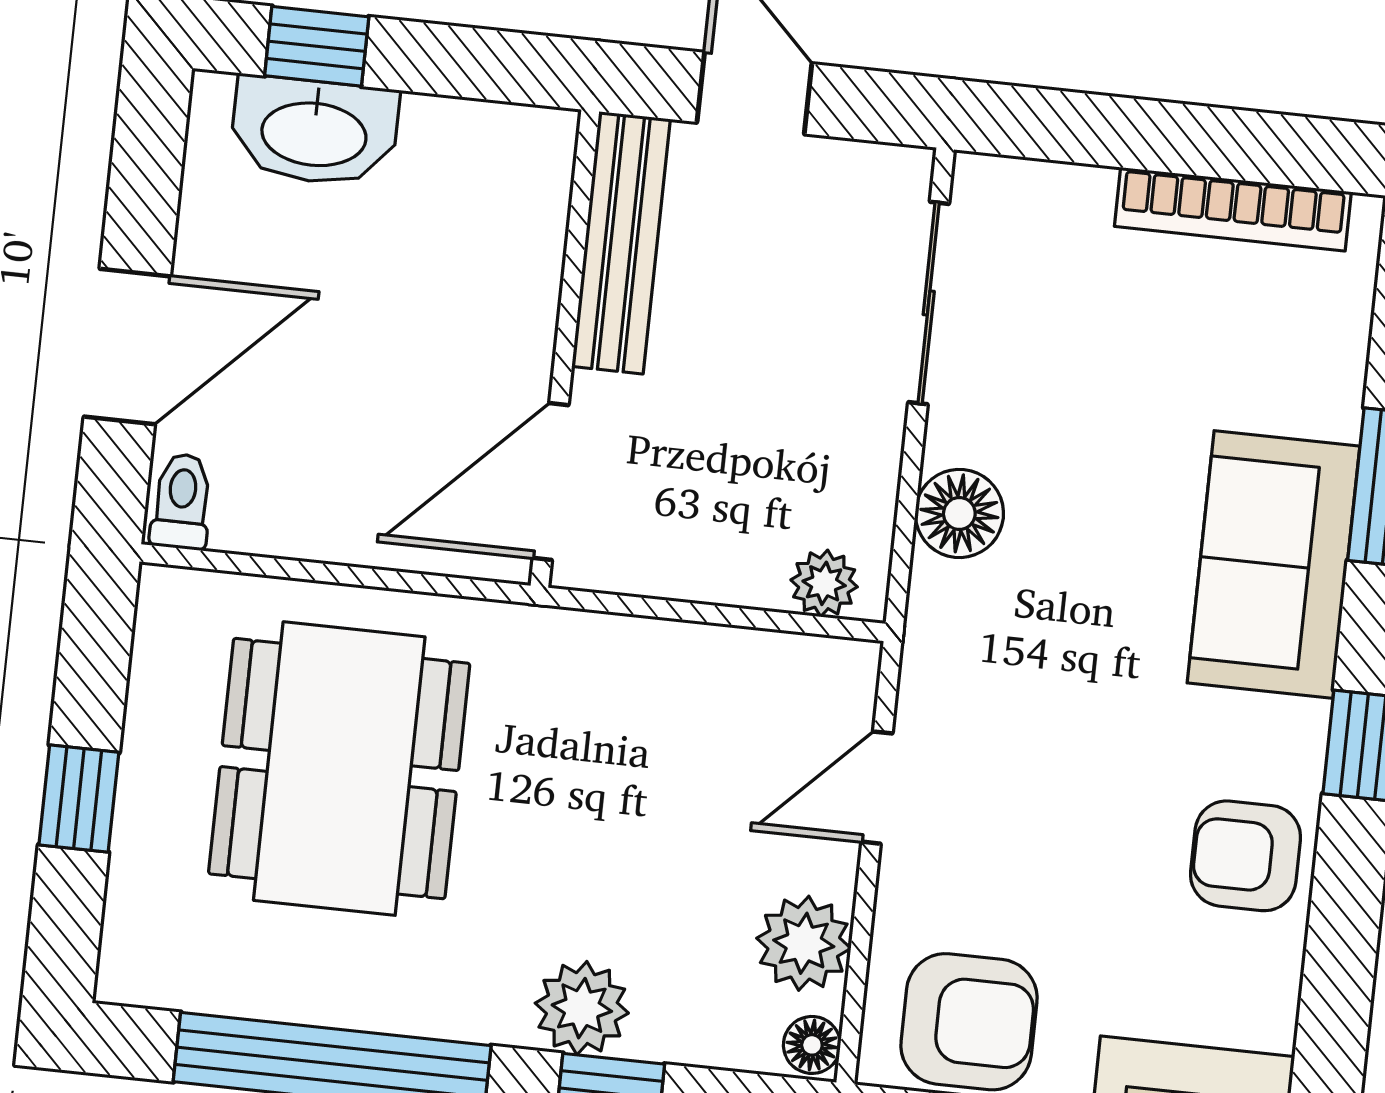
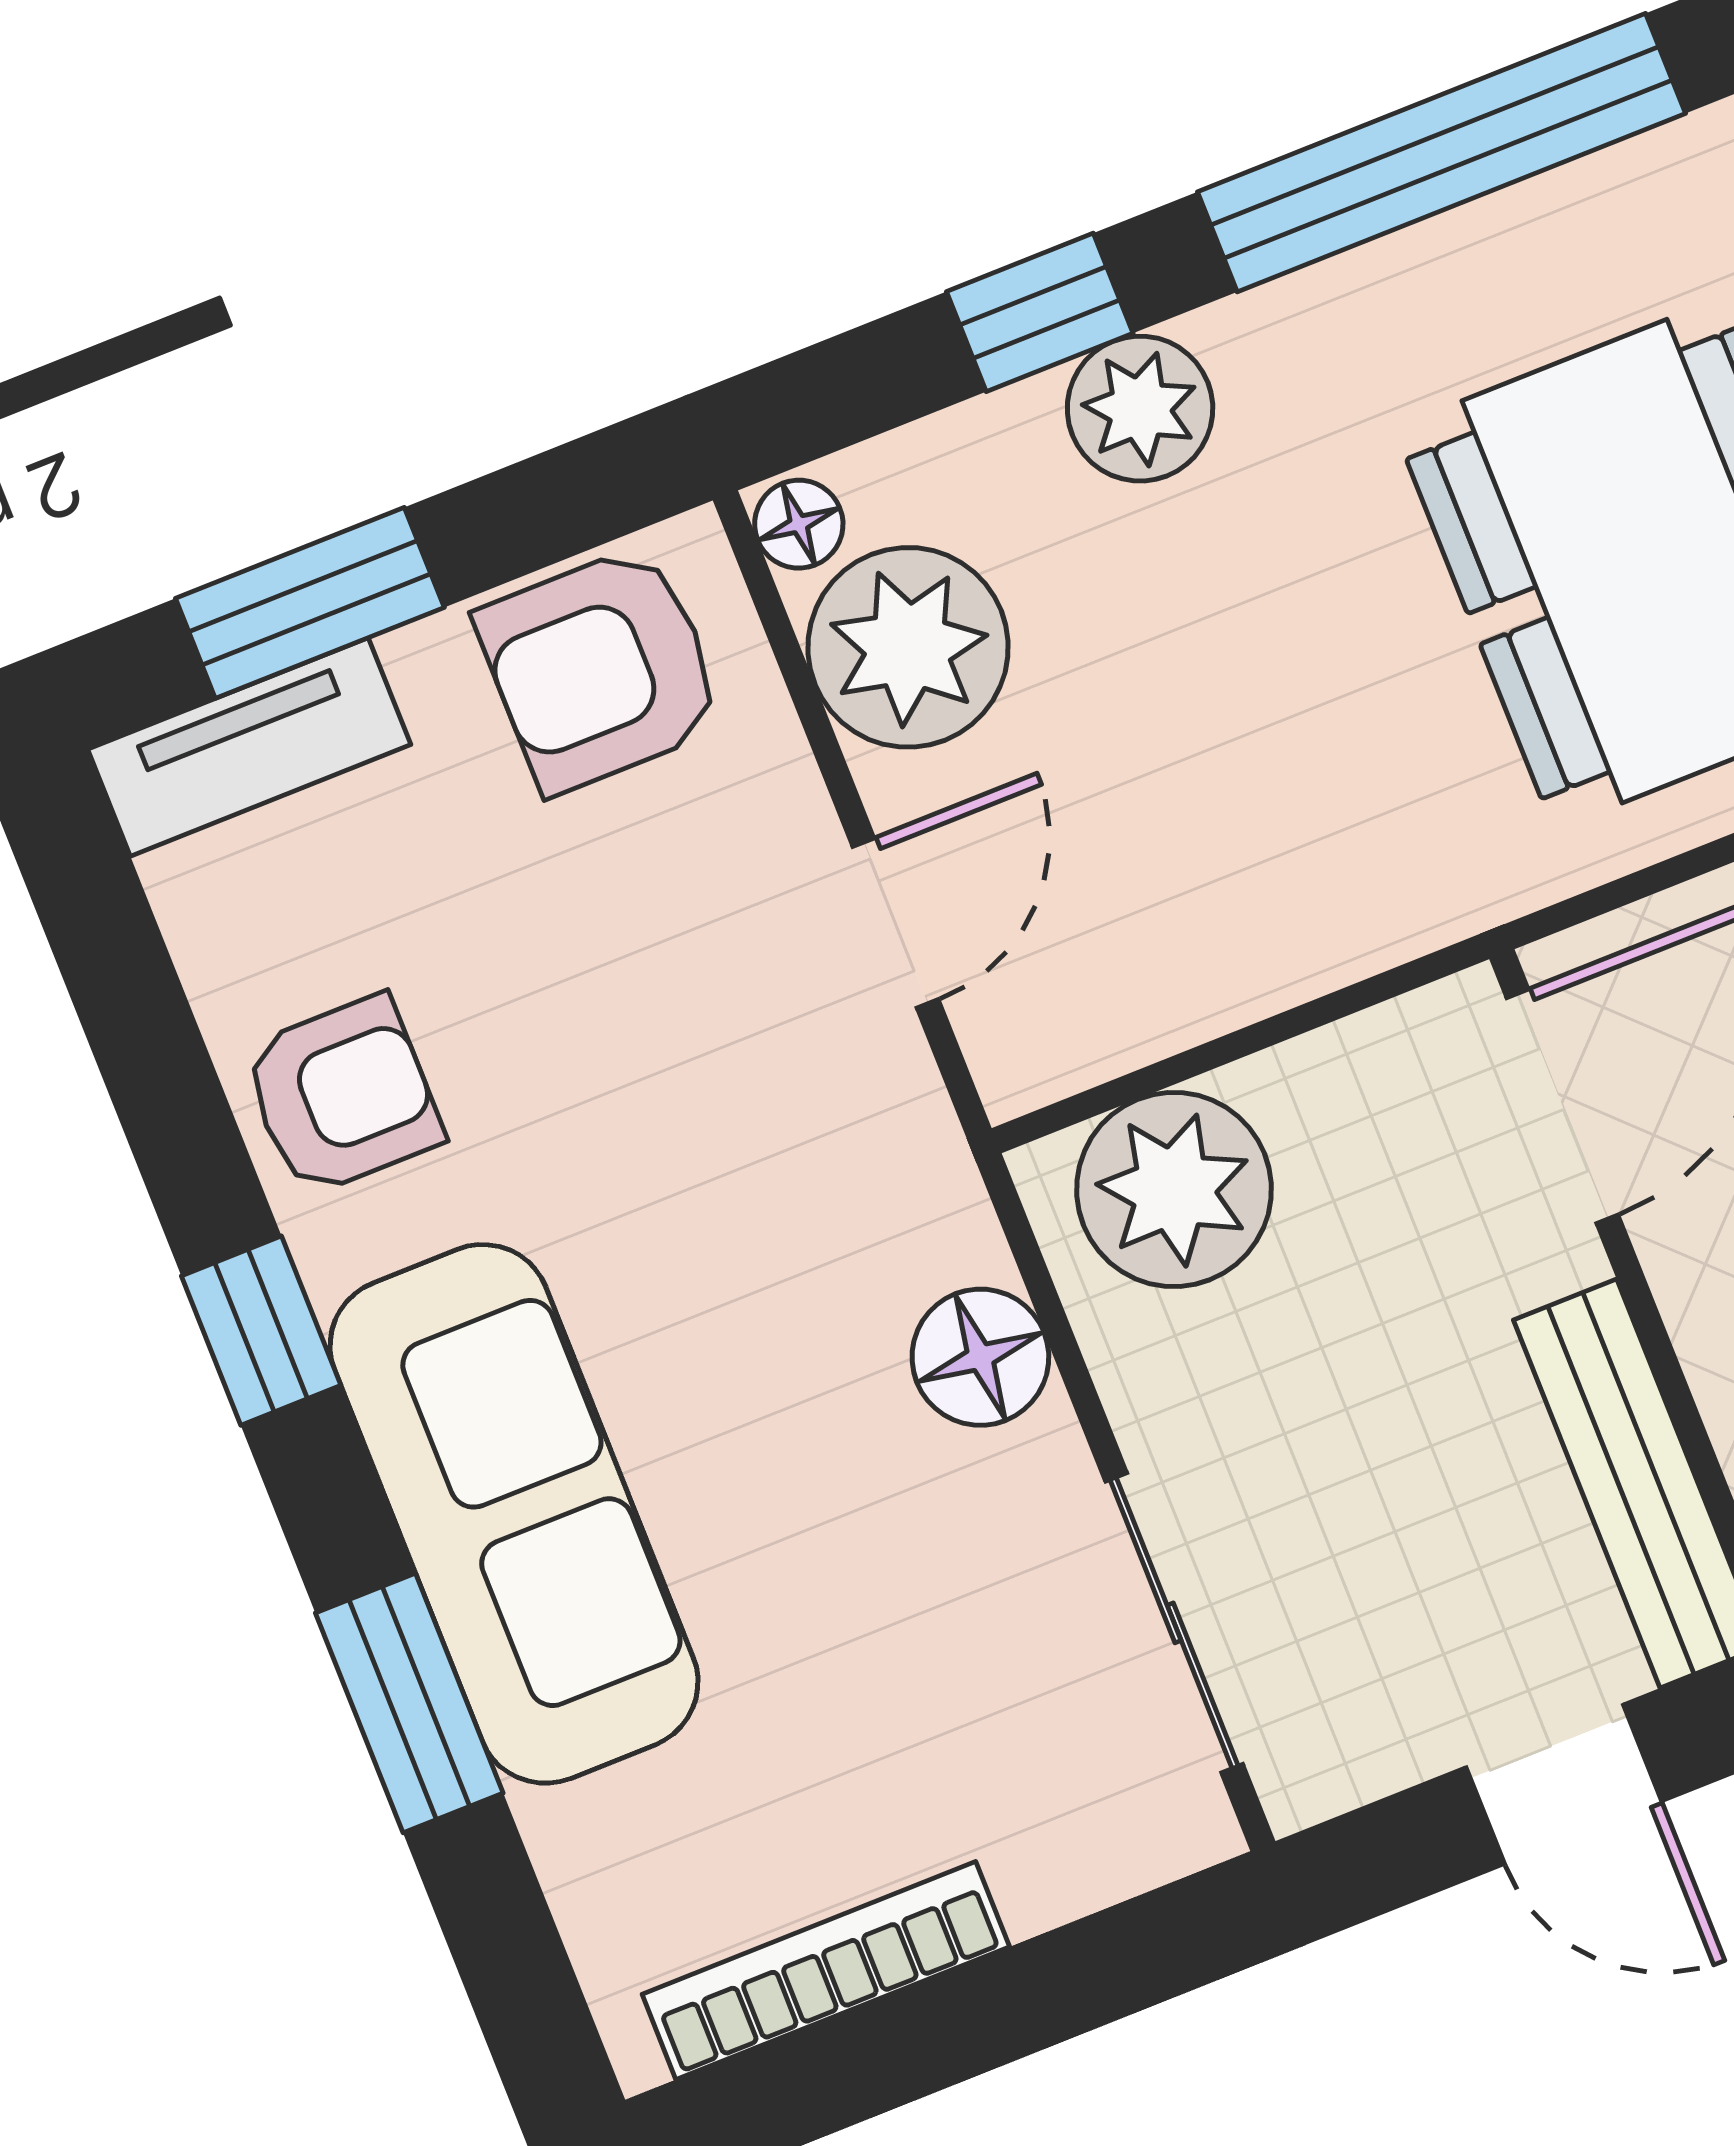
sofa: (1274, 564) -> (514, 1514), width x1.36
plant: (824, 583) -> (1174, 1189), width x1.88, depth x1.88
plant: (804, 943) -> (908, 647), width x1.36, depth x1.36

